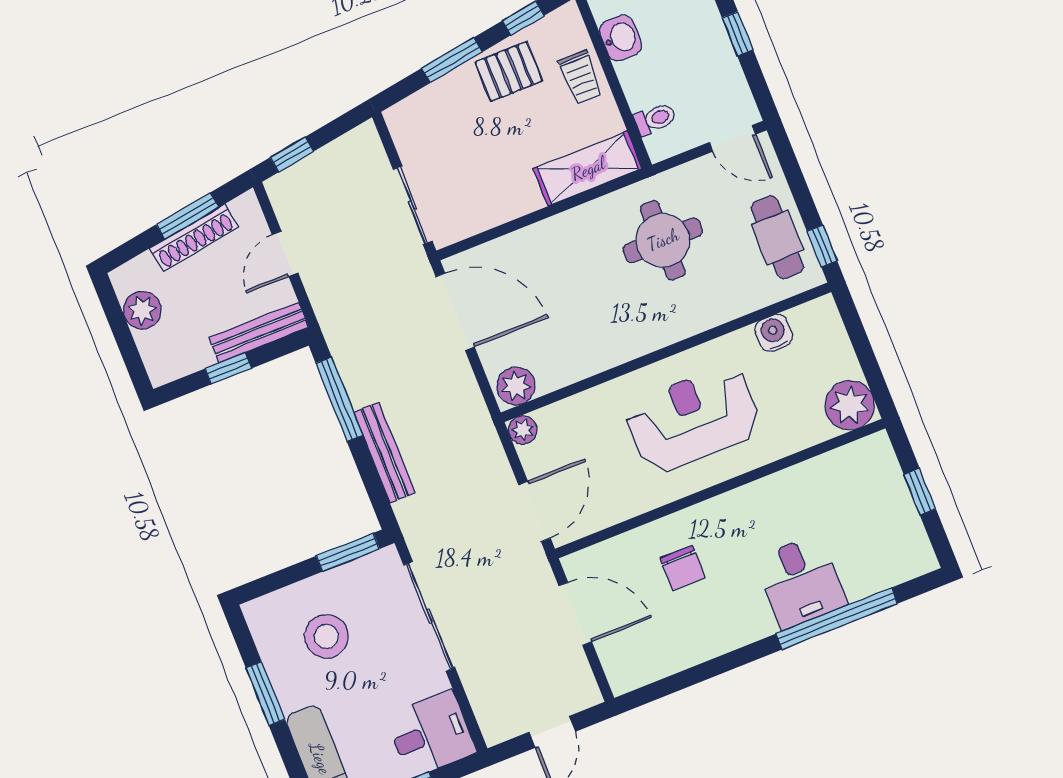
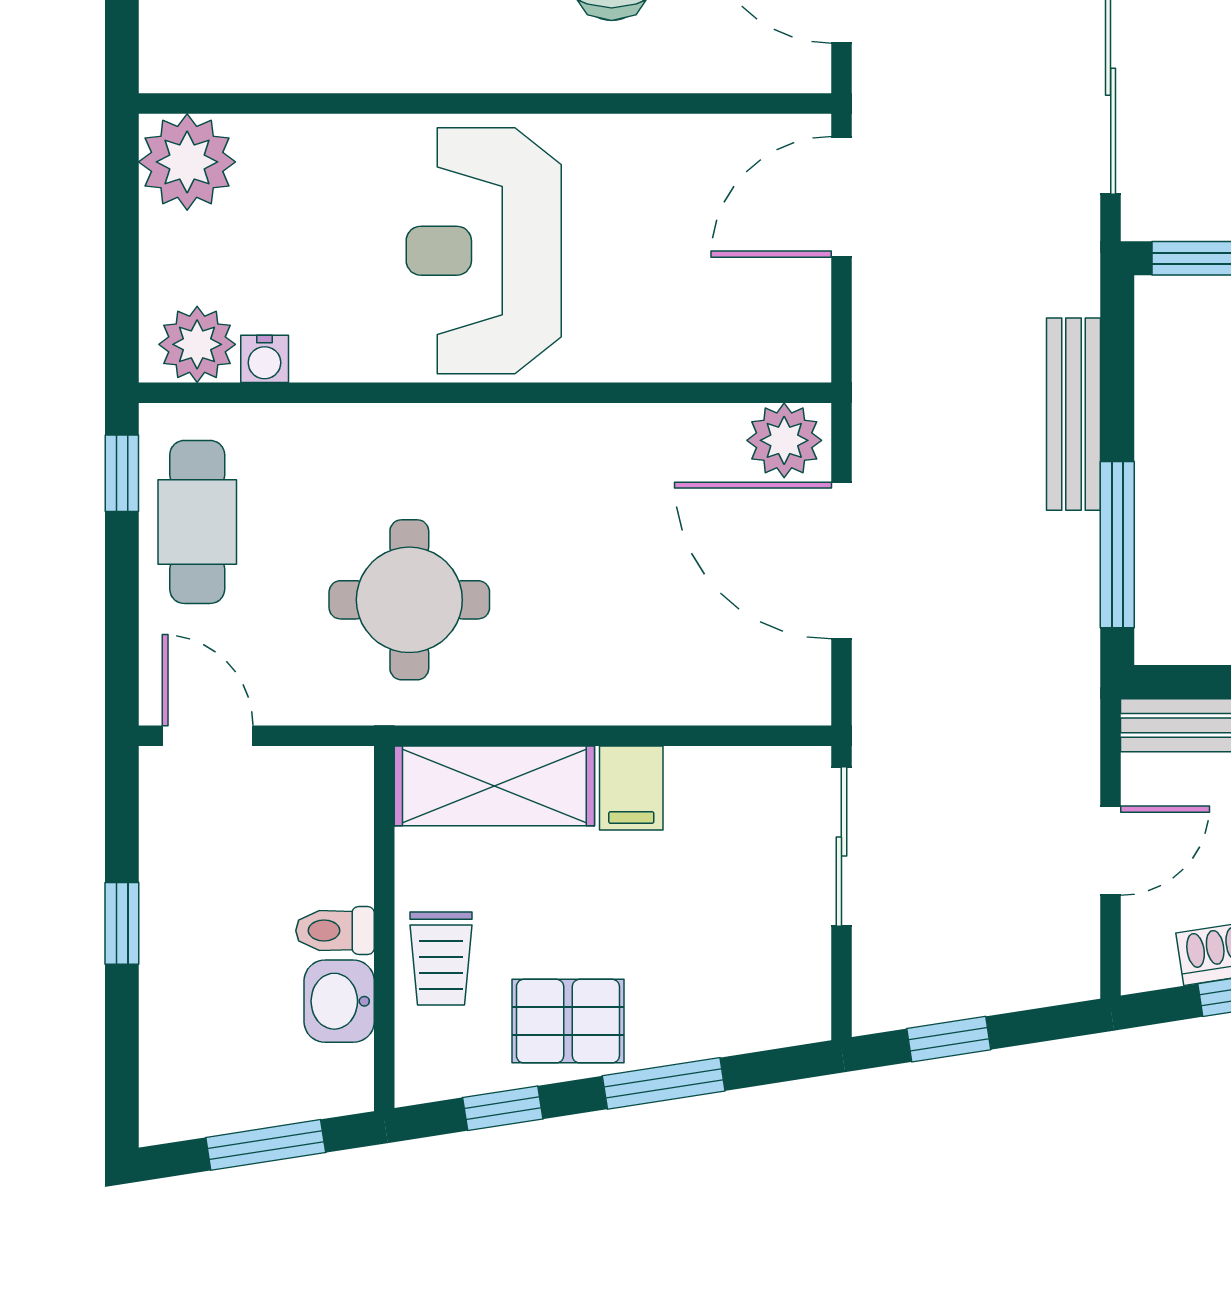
trolley: (581, 77) -> (441, 958), turned 180
toilet: (655, 119) -> (335, 931), moved
window: (292, 154) -> (949, 1039), moved
filing cabinet: (523, 193) -> (631, 788), added
door: (455, 312) -> (841, 561), moved
water cooler: (774, 333) -> (265, 359), width x0.72, depth x0.72
reception desk: (693, 419) -> (484, 251), turned 90
plant: (523, 430) -> (197, 344), moved, width x1.38, depth x1.38

